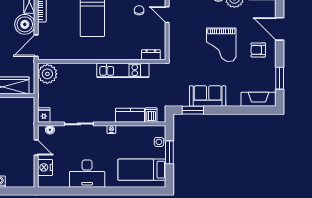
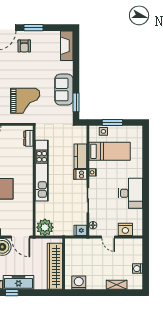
grand piano: (221, 45) -> (25, 101), moved
kitchen unit: (123, 70) -> (42, 171), width x1.36
window: (280, 78) -> (33, 28), moved
dishwasher: (151, 115) -> (80, 174), moved
door: (36, 147) -> (108, 237), swing flipped
bed: (142, 170) -> (110, 151), moved, turned -90

